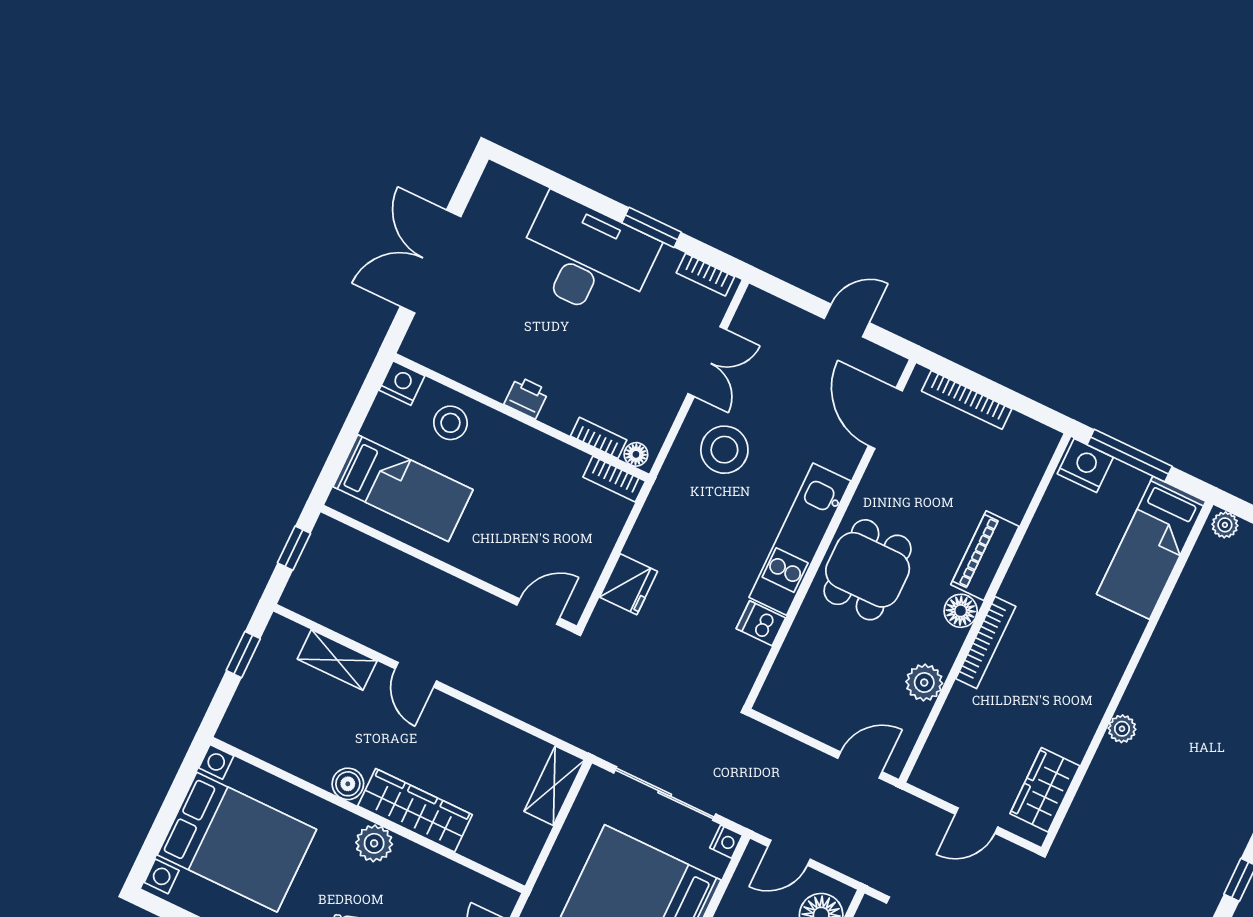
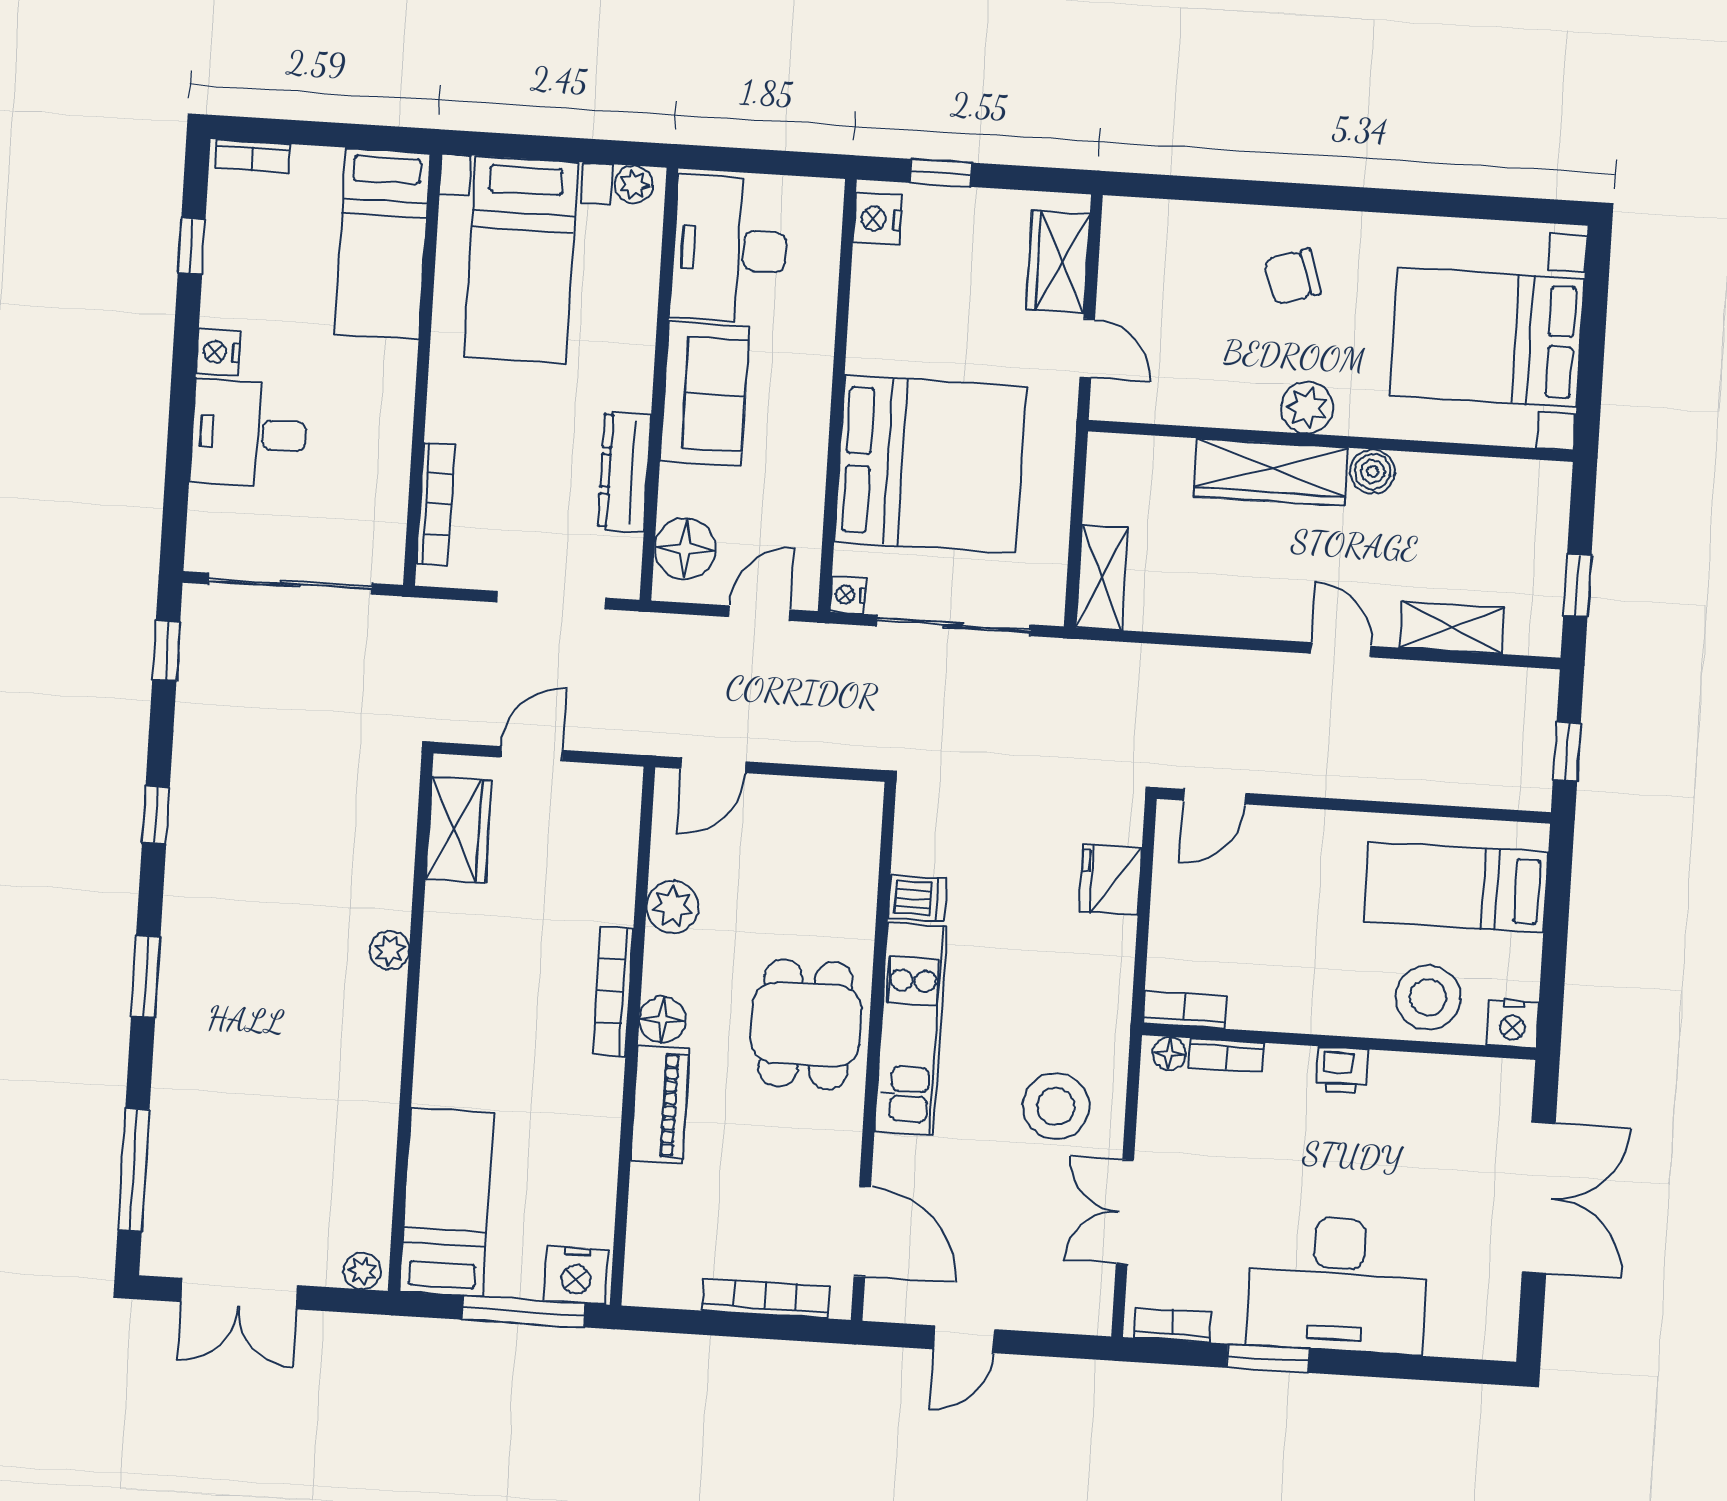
stool: (450, 423) -> (1428, 997), width x1.38, depth x1.38

